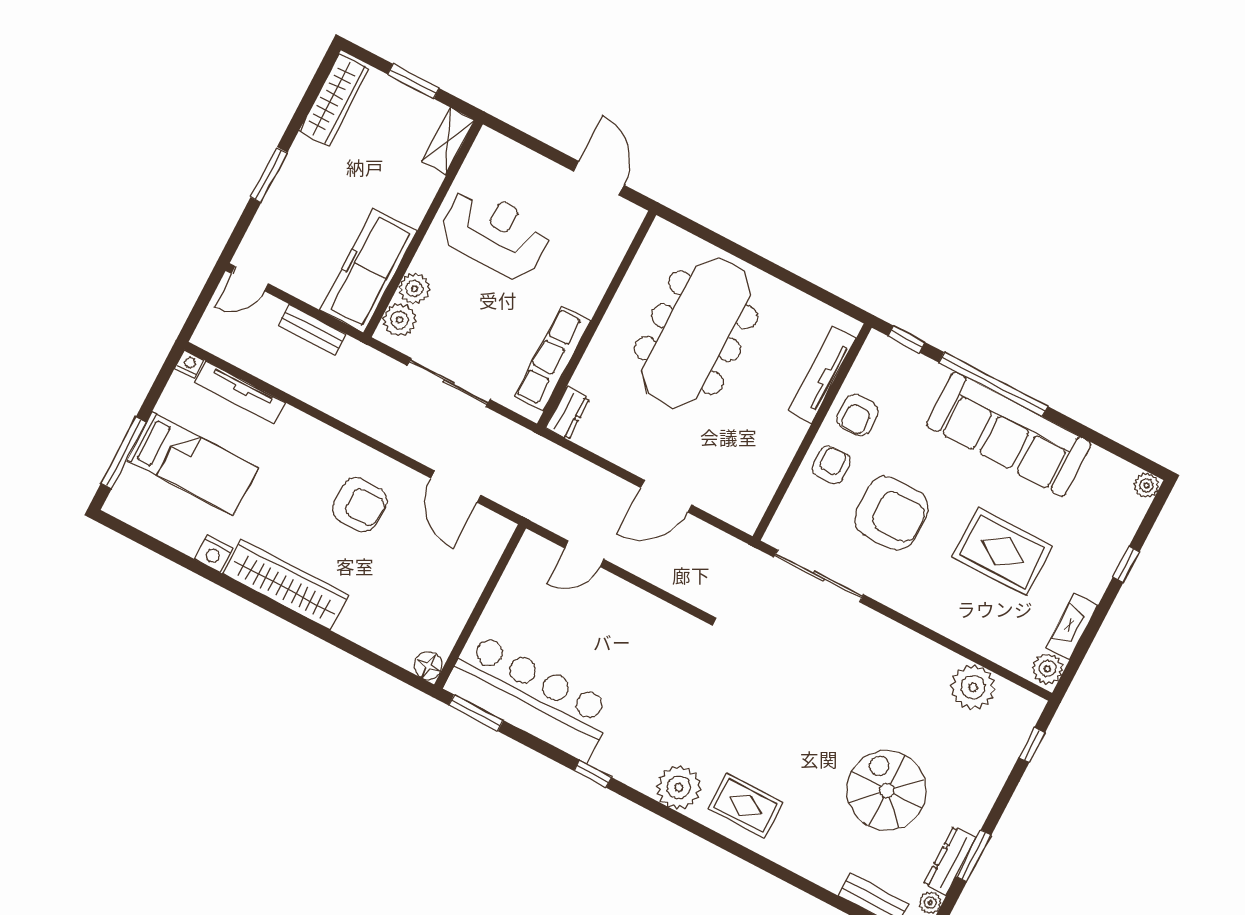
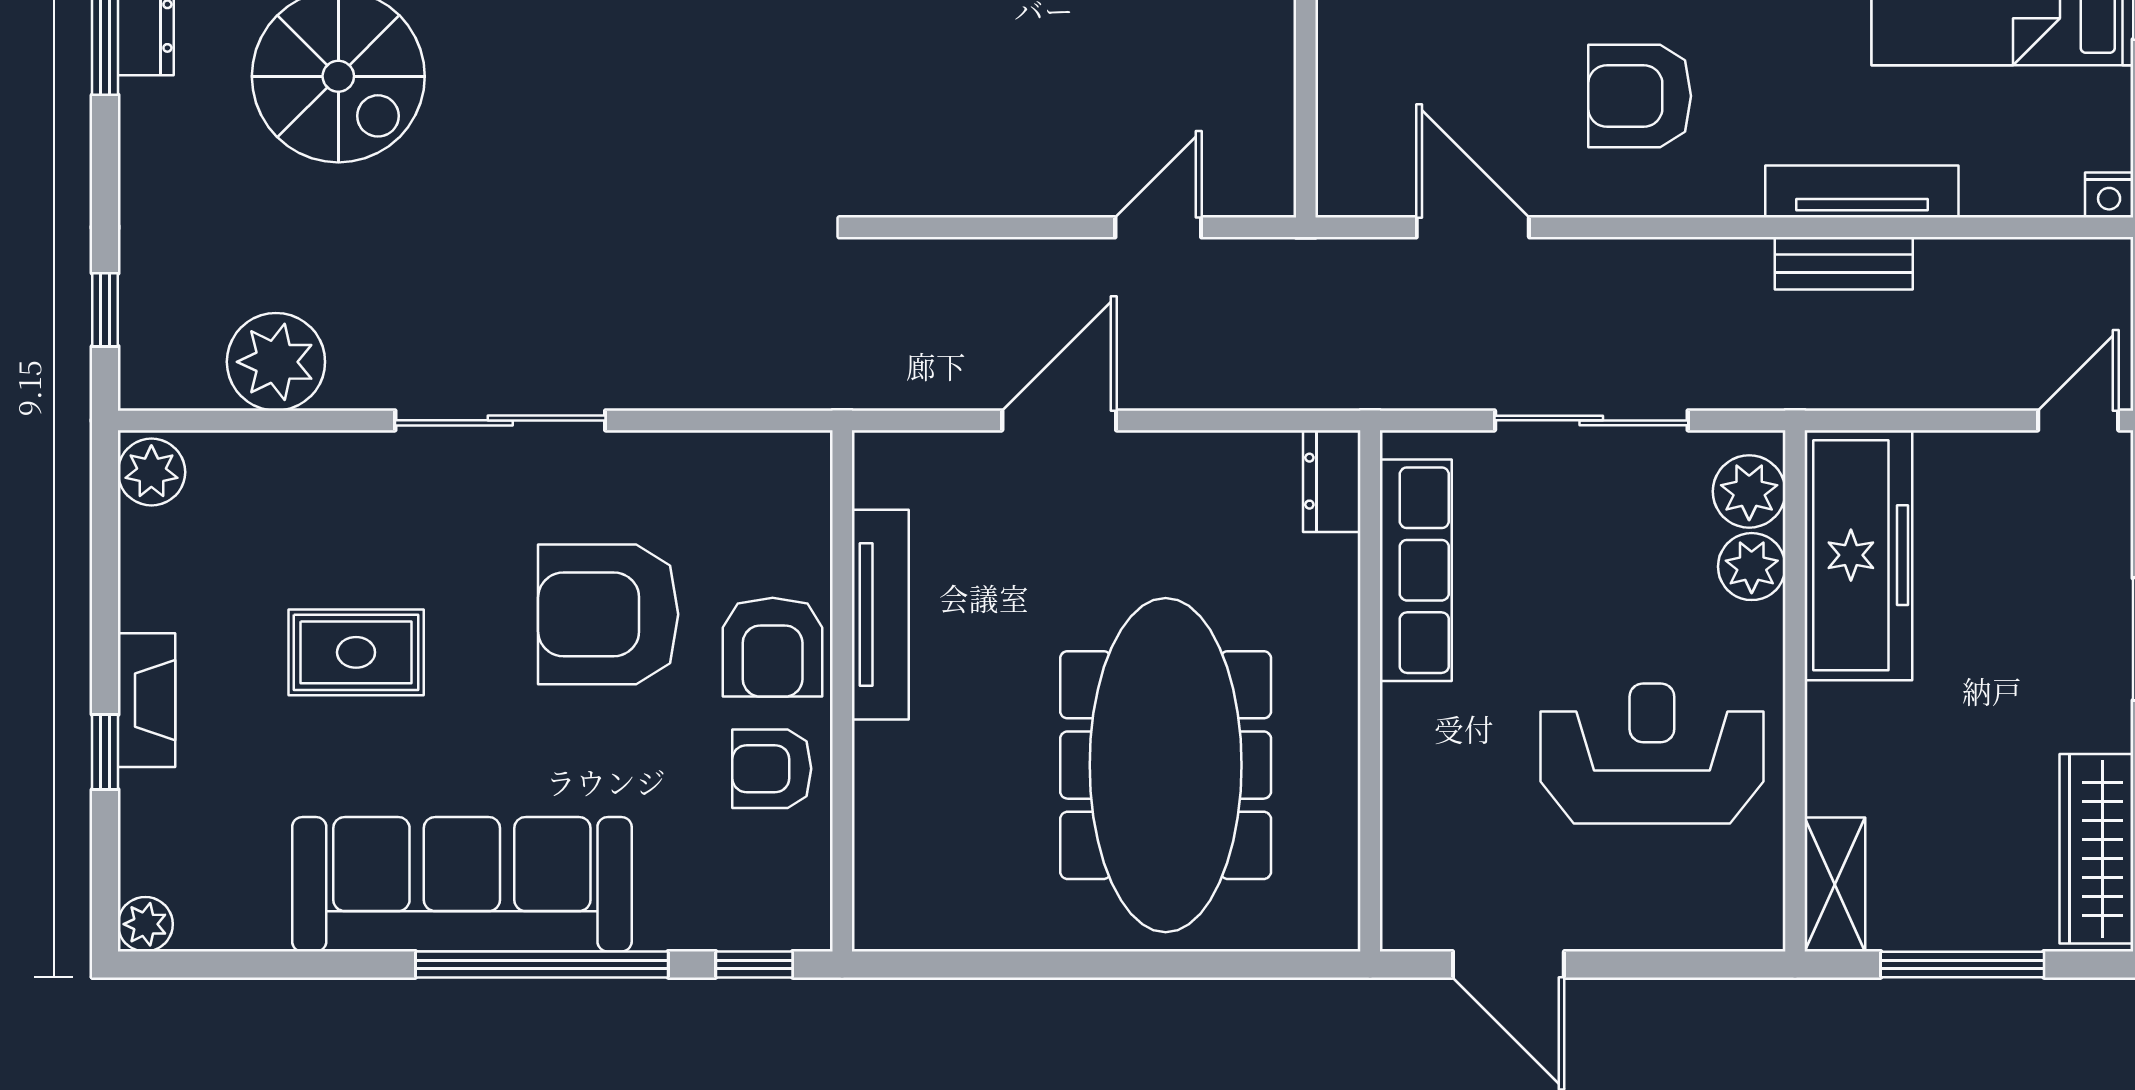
window: (413, 81) -> (1962, 964), width x1.44
reception desk: (495, 234) -> (1652, 754), turned 180
bench: (312, 330) -> (1844, 263), moved
tv unit: (822, 375) -> (880, 615), moved
tv unit: (240, 392) -> (1862, 192), moved
armchair: (858, 415) -> (772, 769), turned -90
armchair: (831, 465) -> (773, 647), width x1.38, depth x1.38
rug: (1002, 551) -> (356, 652), width x0.73, depth x0.70
sliding door: (819, 576) -> (500, 420), moved
fireplace: (1072, 627) -> (147, 700), moved

